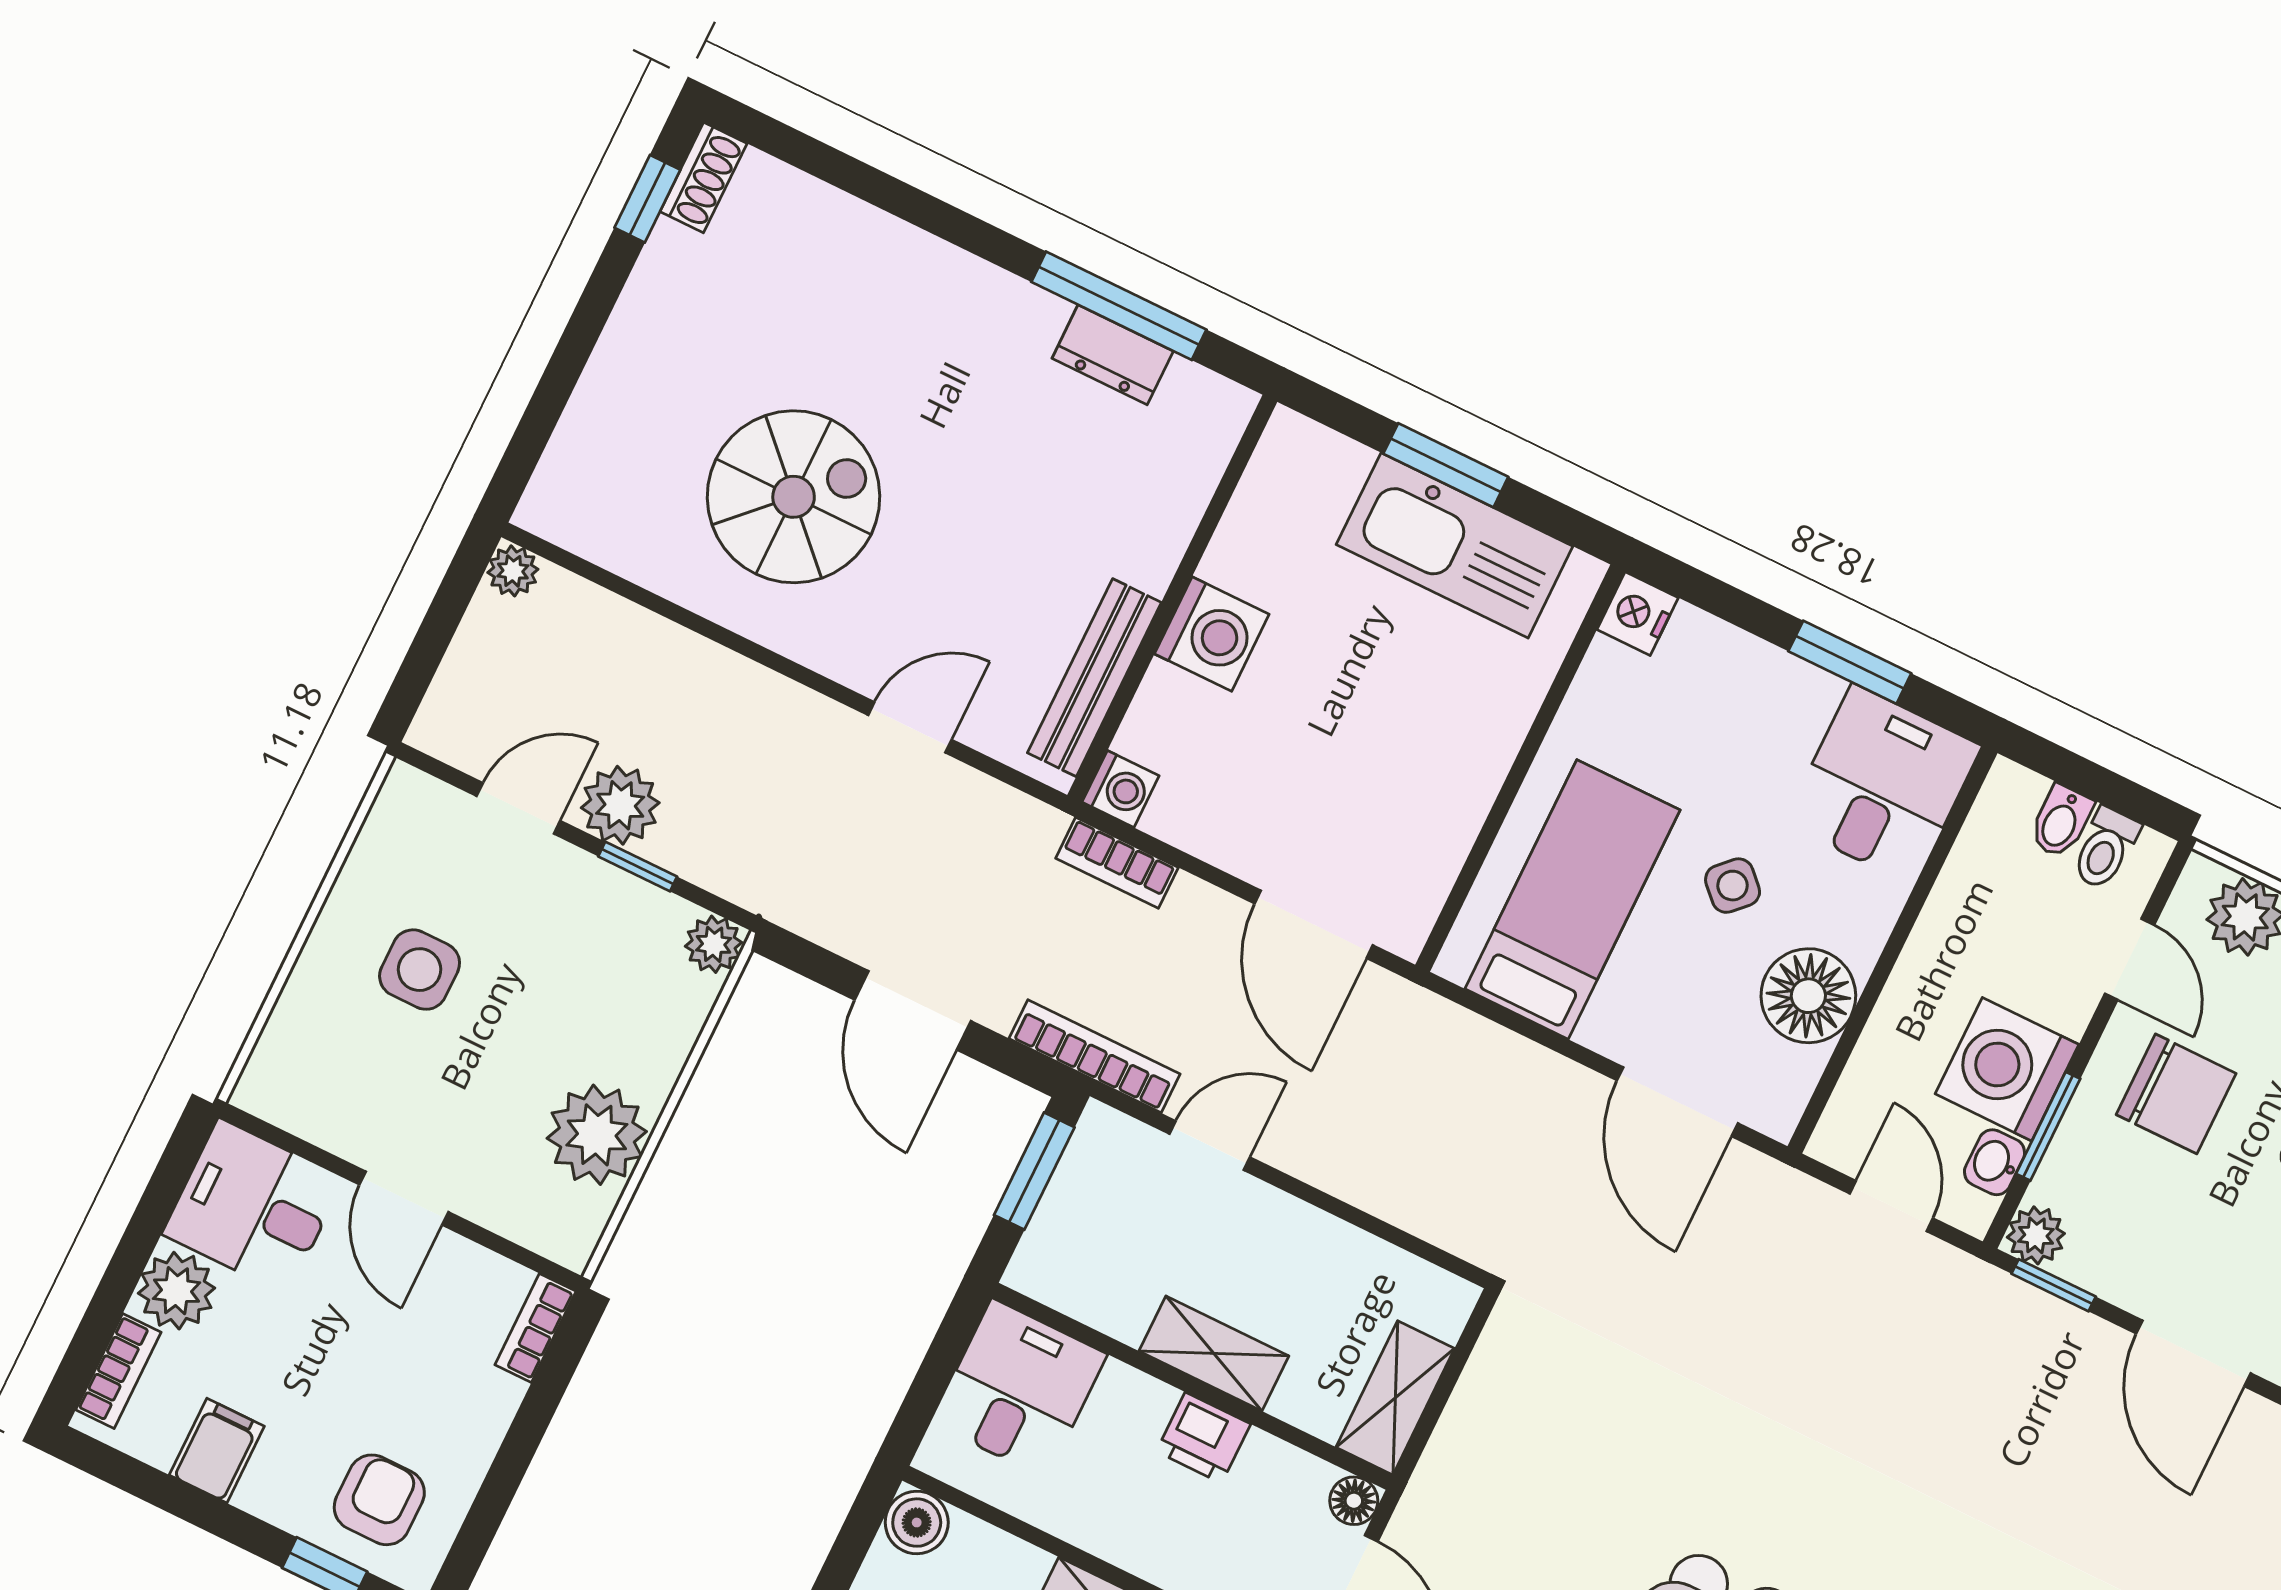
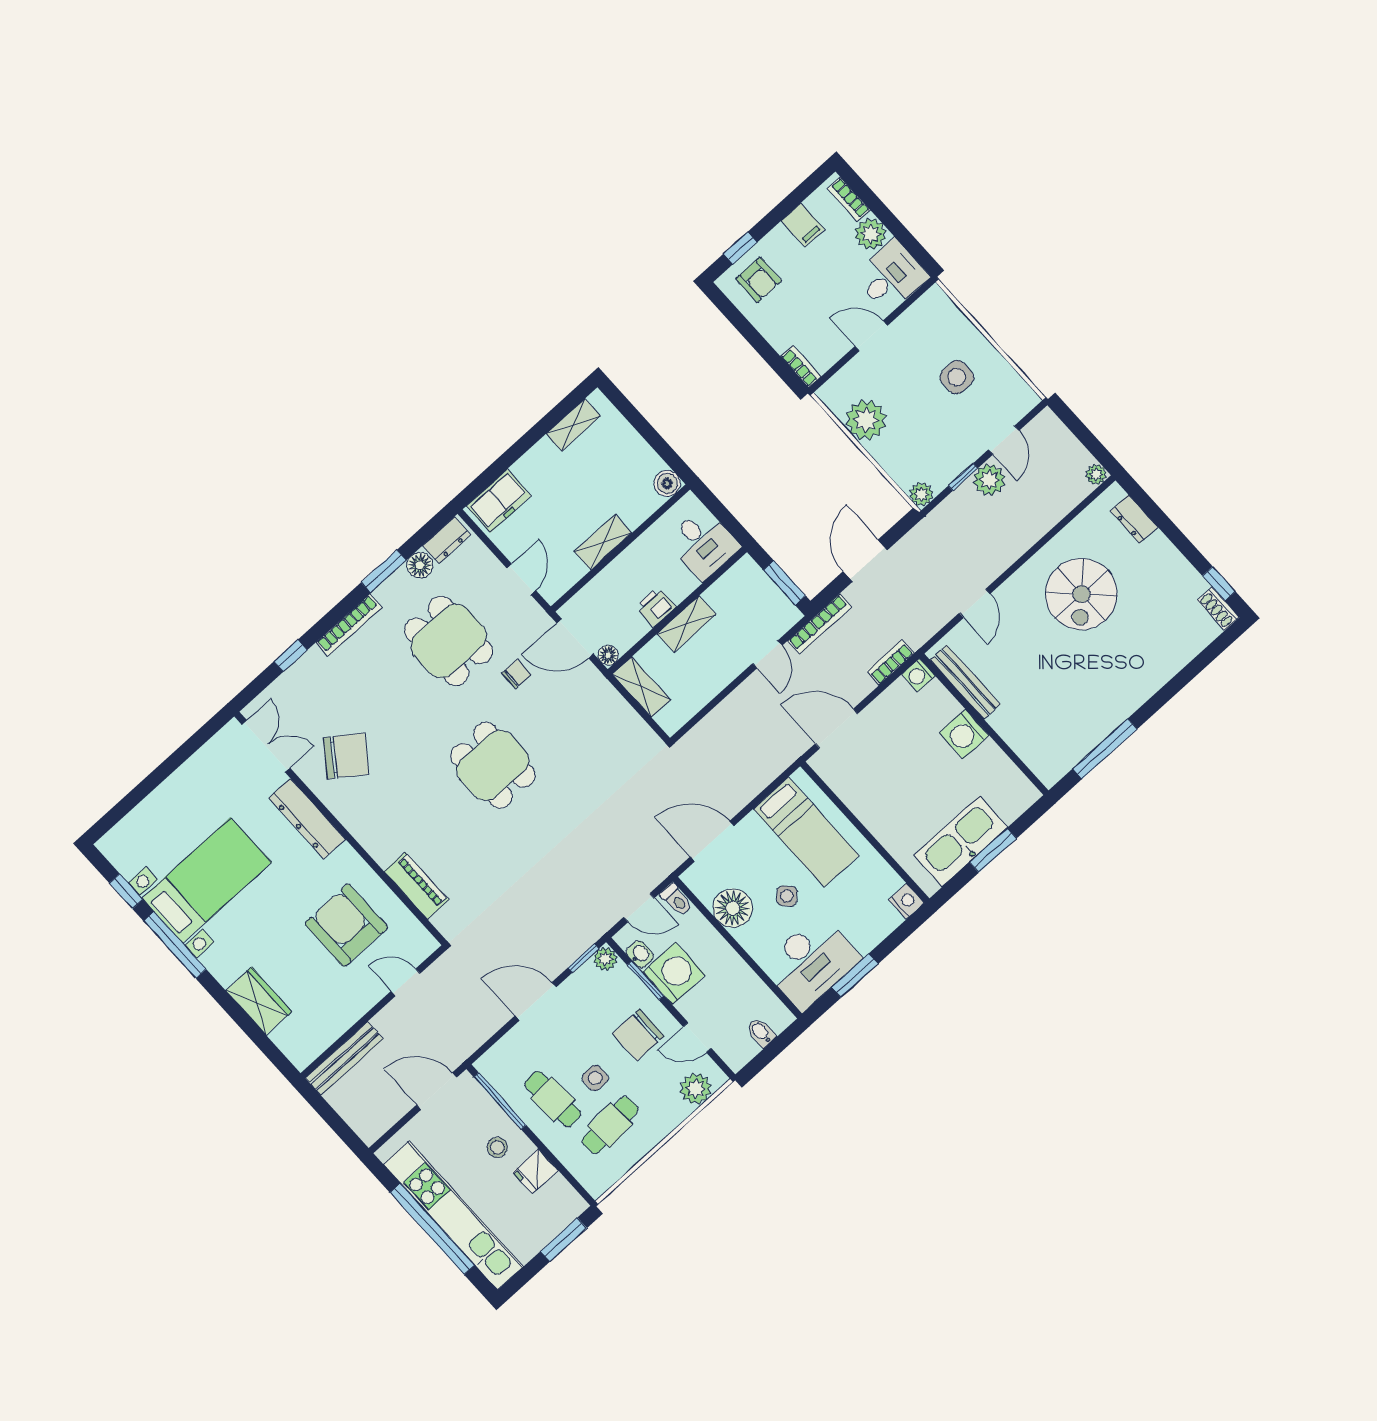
dresser: (1113, 355) -> (1134, 519), moved, turned -90
desk: (1883, 785) -> (811, 962), width x1.37
toilet: (2105, 848) -> (676, 900), moved, turned 180
door: (913, 1010) -> (865, 561), hinge flipped

